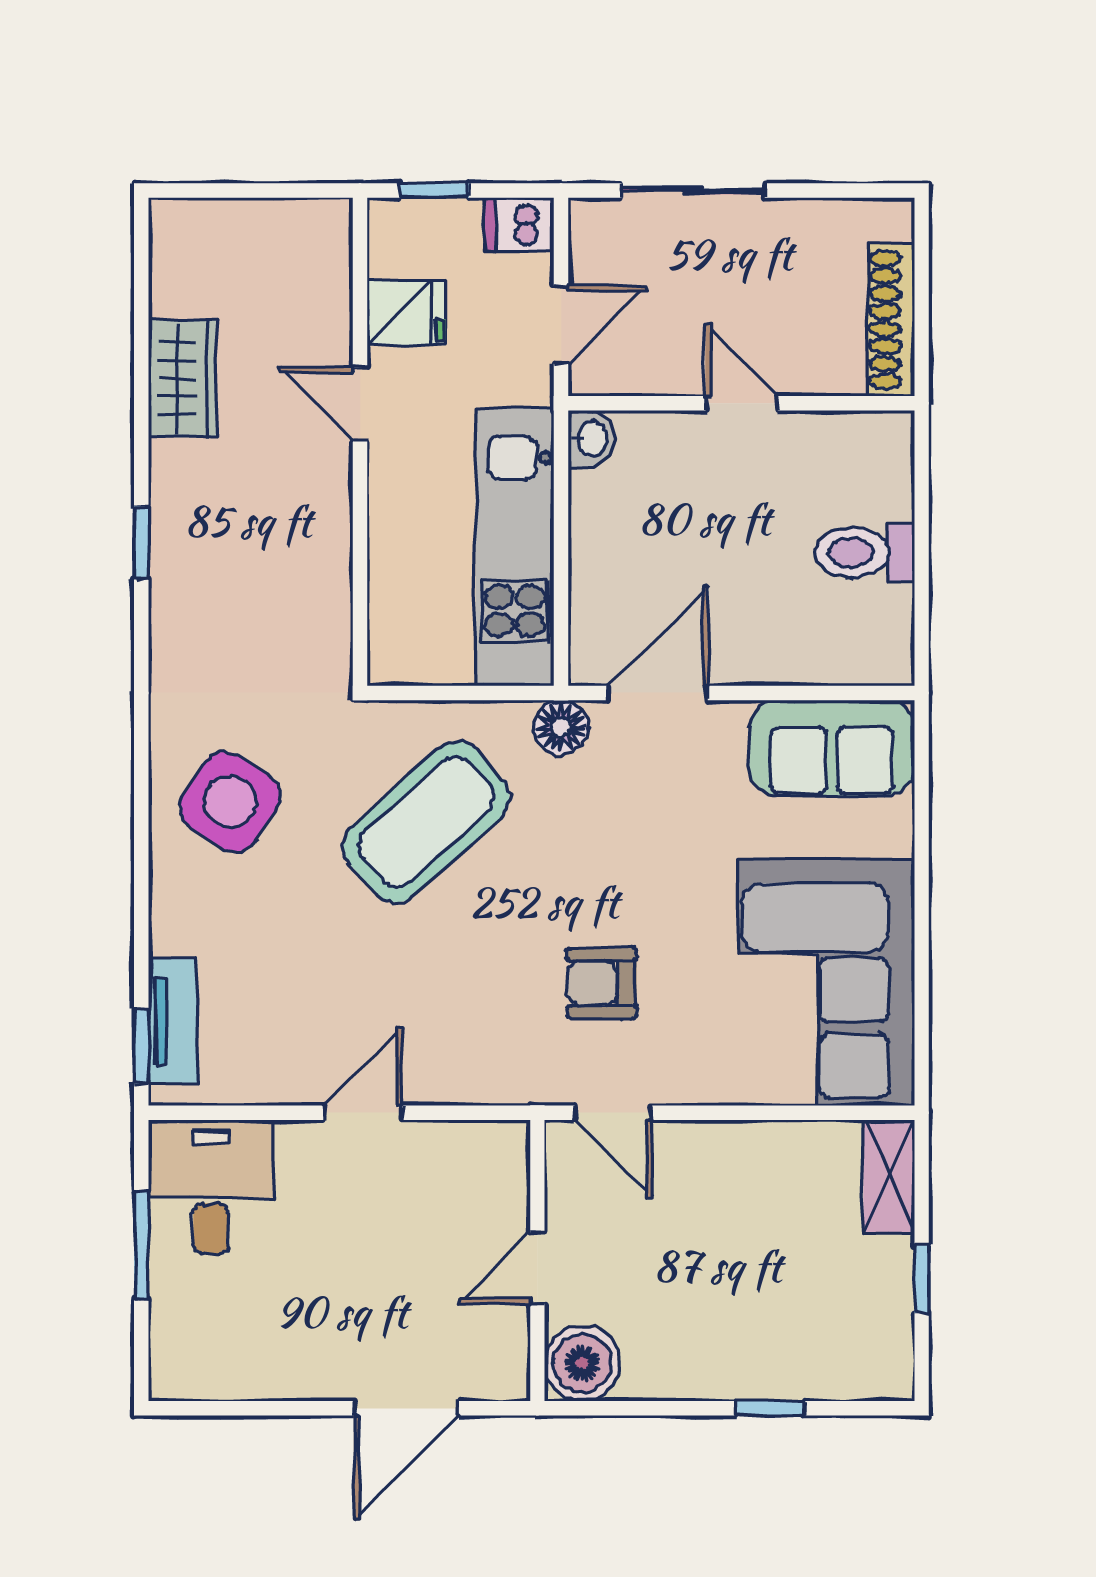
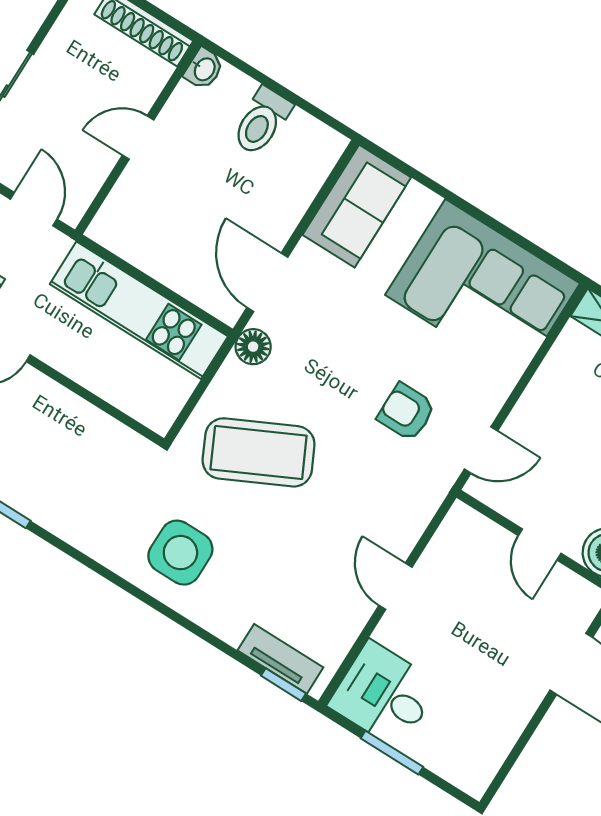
washbasin: (591, 439) -> (204, 69), moved, turned 90
side table: (230, 802) -> (180, 553), turned -33
coffee table: (426, 822) -> (259, 452), turned -74
armchair: (602, 983) -> (406, 412), turned 90

